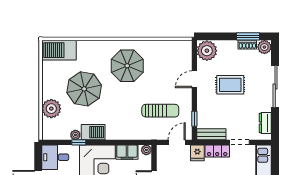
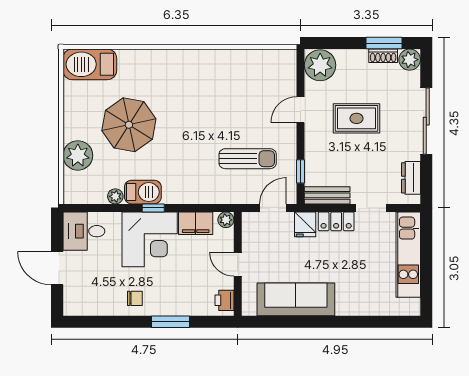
parasol: (127, 66) -> (196, 89), removed
window: (79, 142) -> (153, 208), moved

